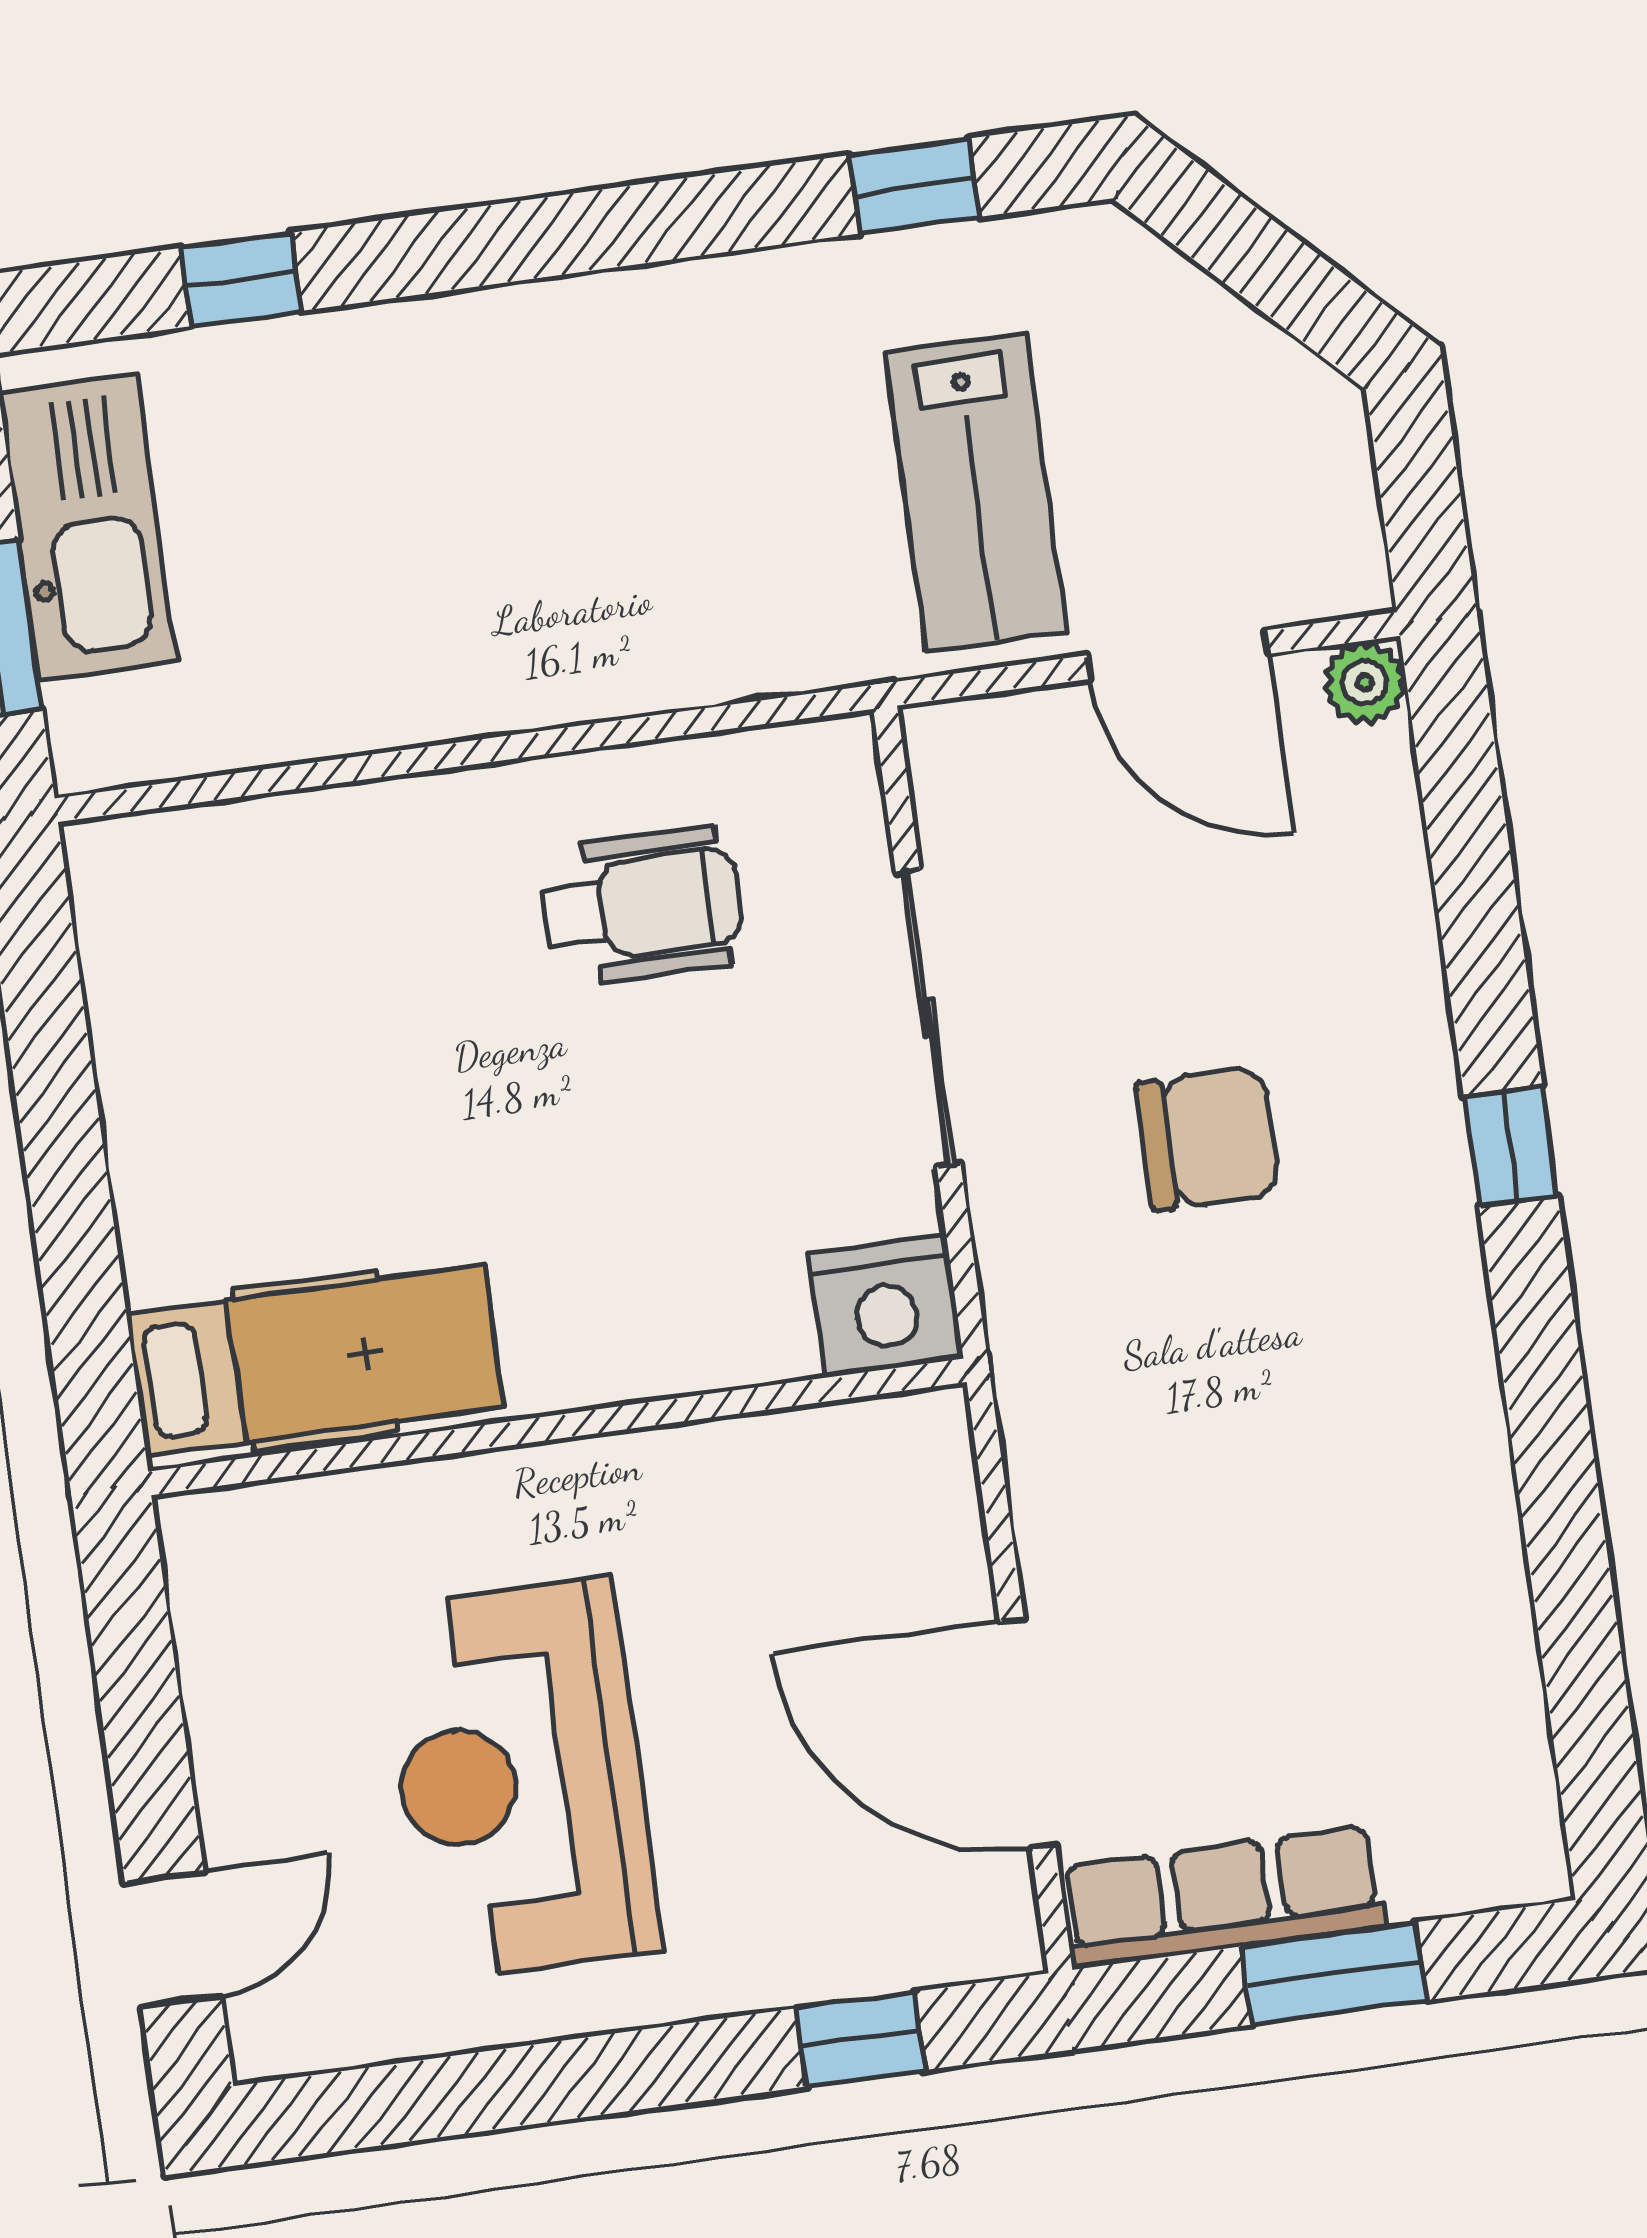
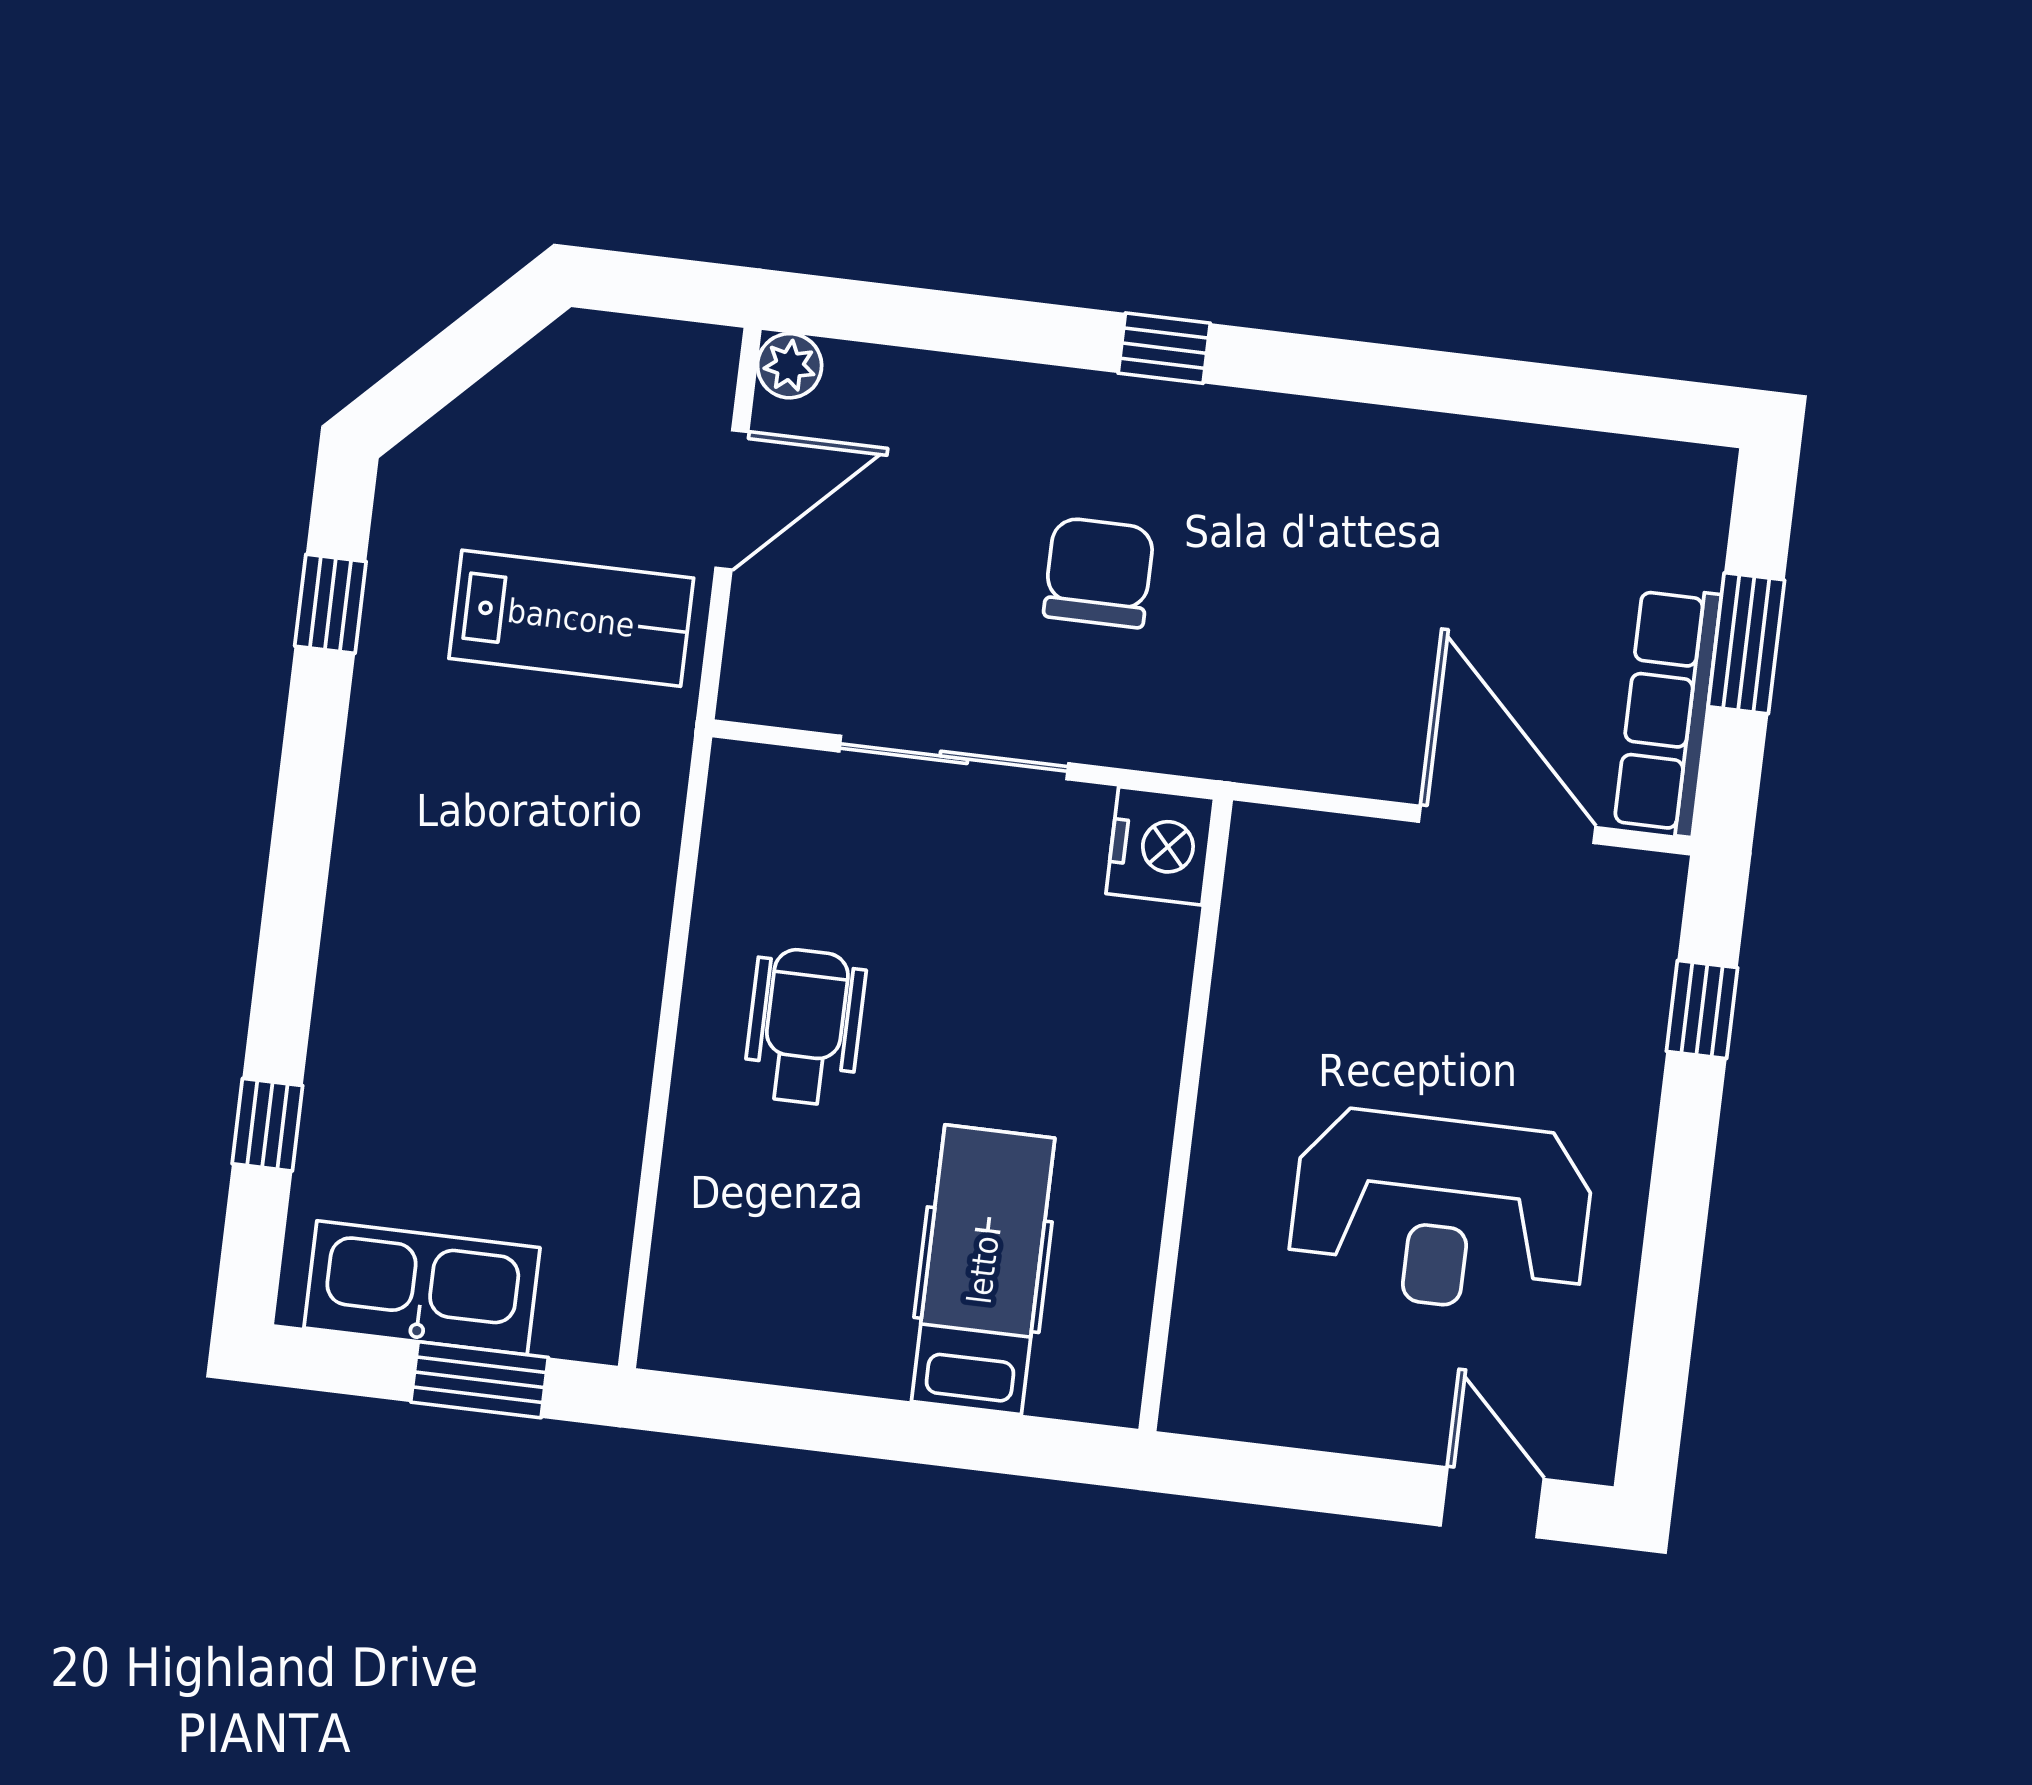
wheelchair: (642, 906) -> (805, 1027), moved
hospital bed: (315, 1361) -> (983, 1270), moved
door: (1028, 1734) -> (1507, 824), swing flipped

